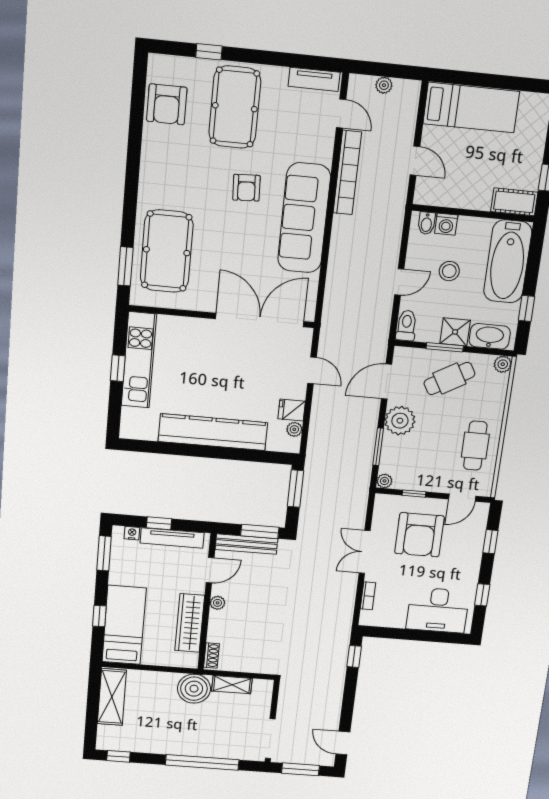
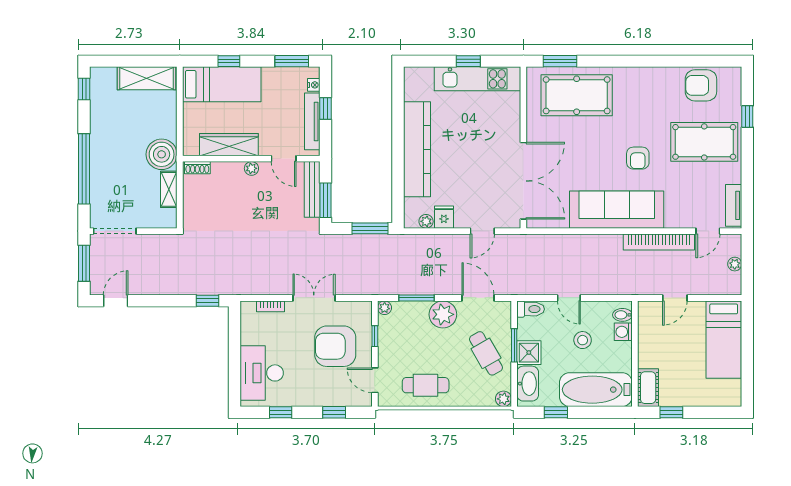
armchair: (246, 188) -> (638, 158), turned -87

